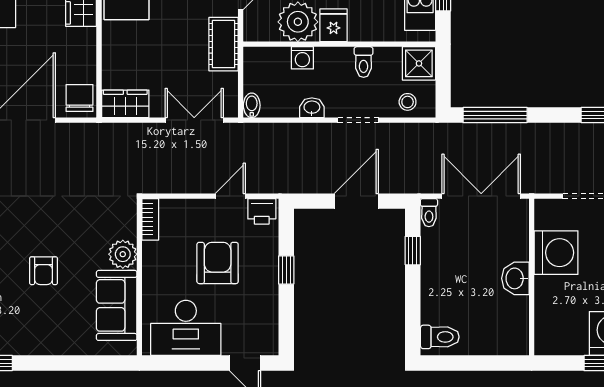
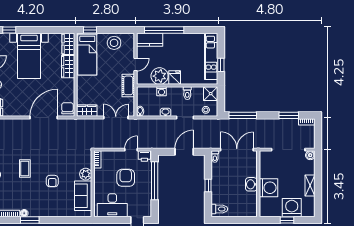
window: (413, 251) -> (208, 186), moved
washing machine: (556, 253) -> (268, 188), moved
window: (286, 270) -> (155, 181), width x3.17

